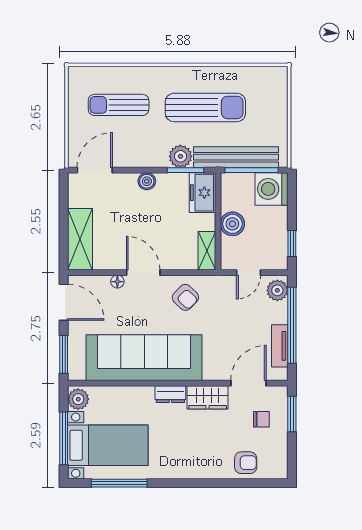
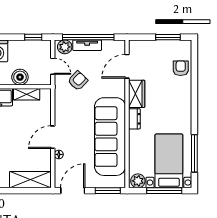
shelving: (207, 251) -> (27, 94), moved
armchair: (185, 297) -> (78, 81), moved
tv unit: (280, 346) -> (87, 45), moved
door: (248, 383) -> (127, 66), hinge flipped
window: (292, 414) -> (168, 37), moved
chair: (261, 419) -> (151, 58), removed

